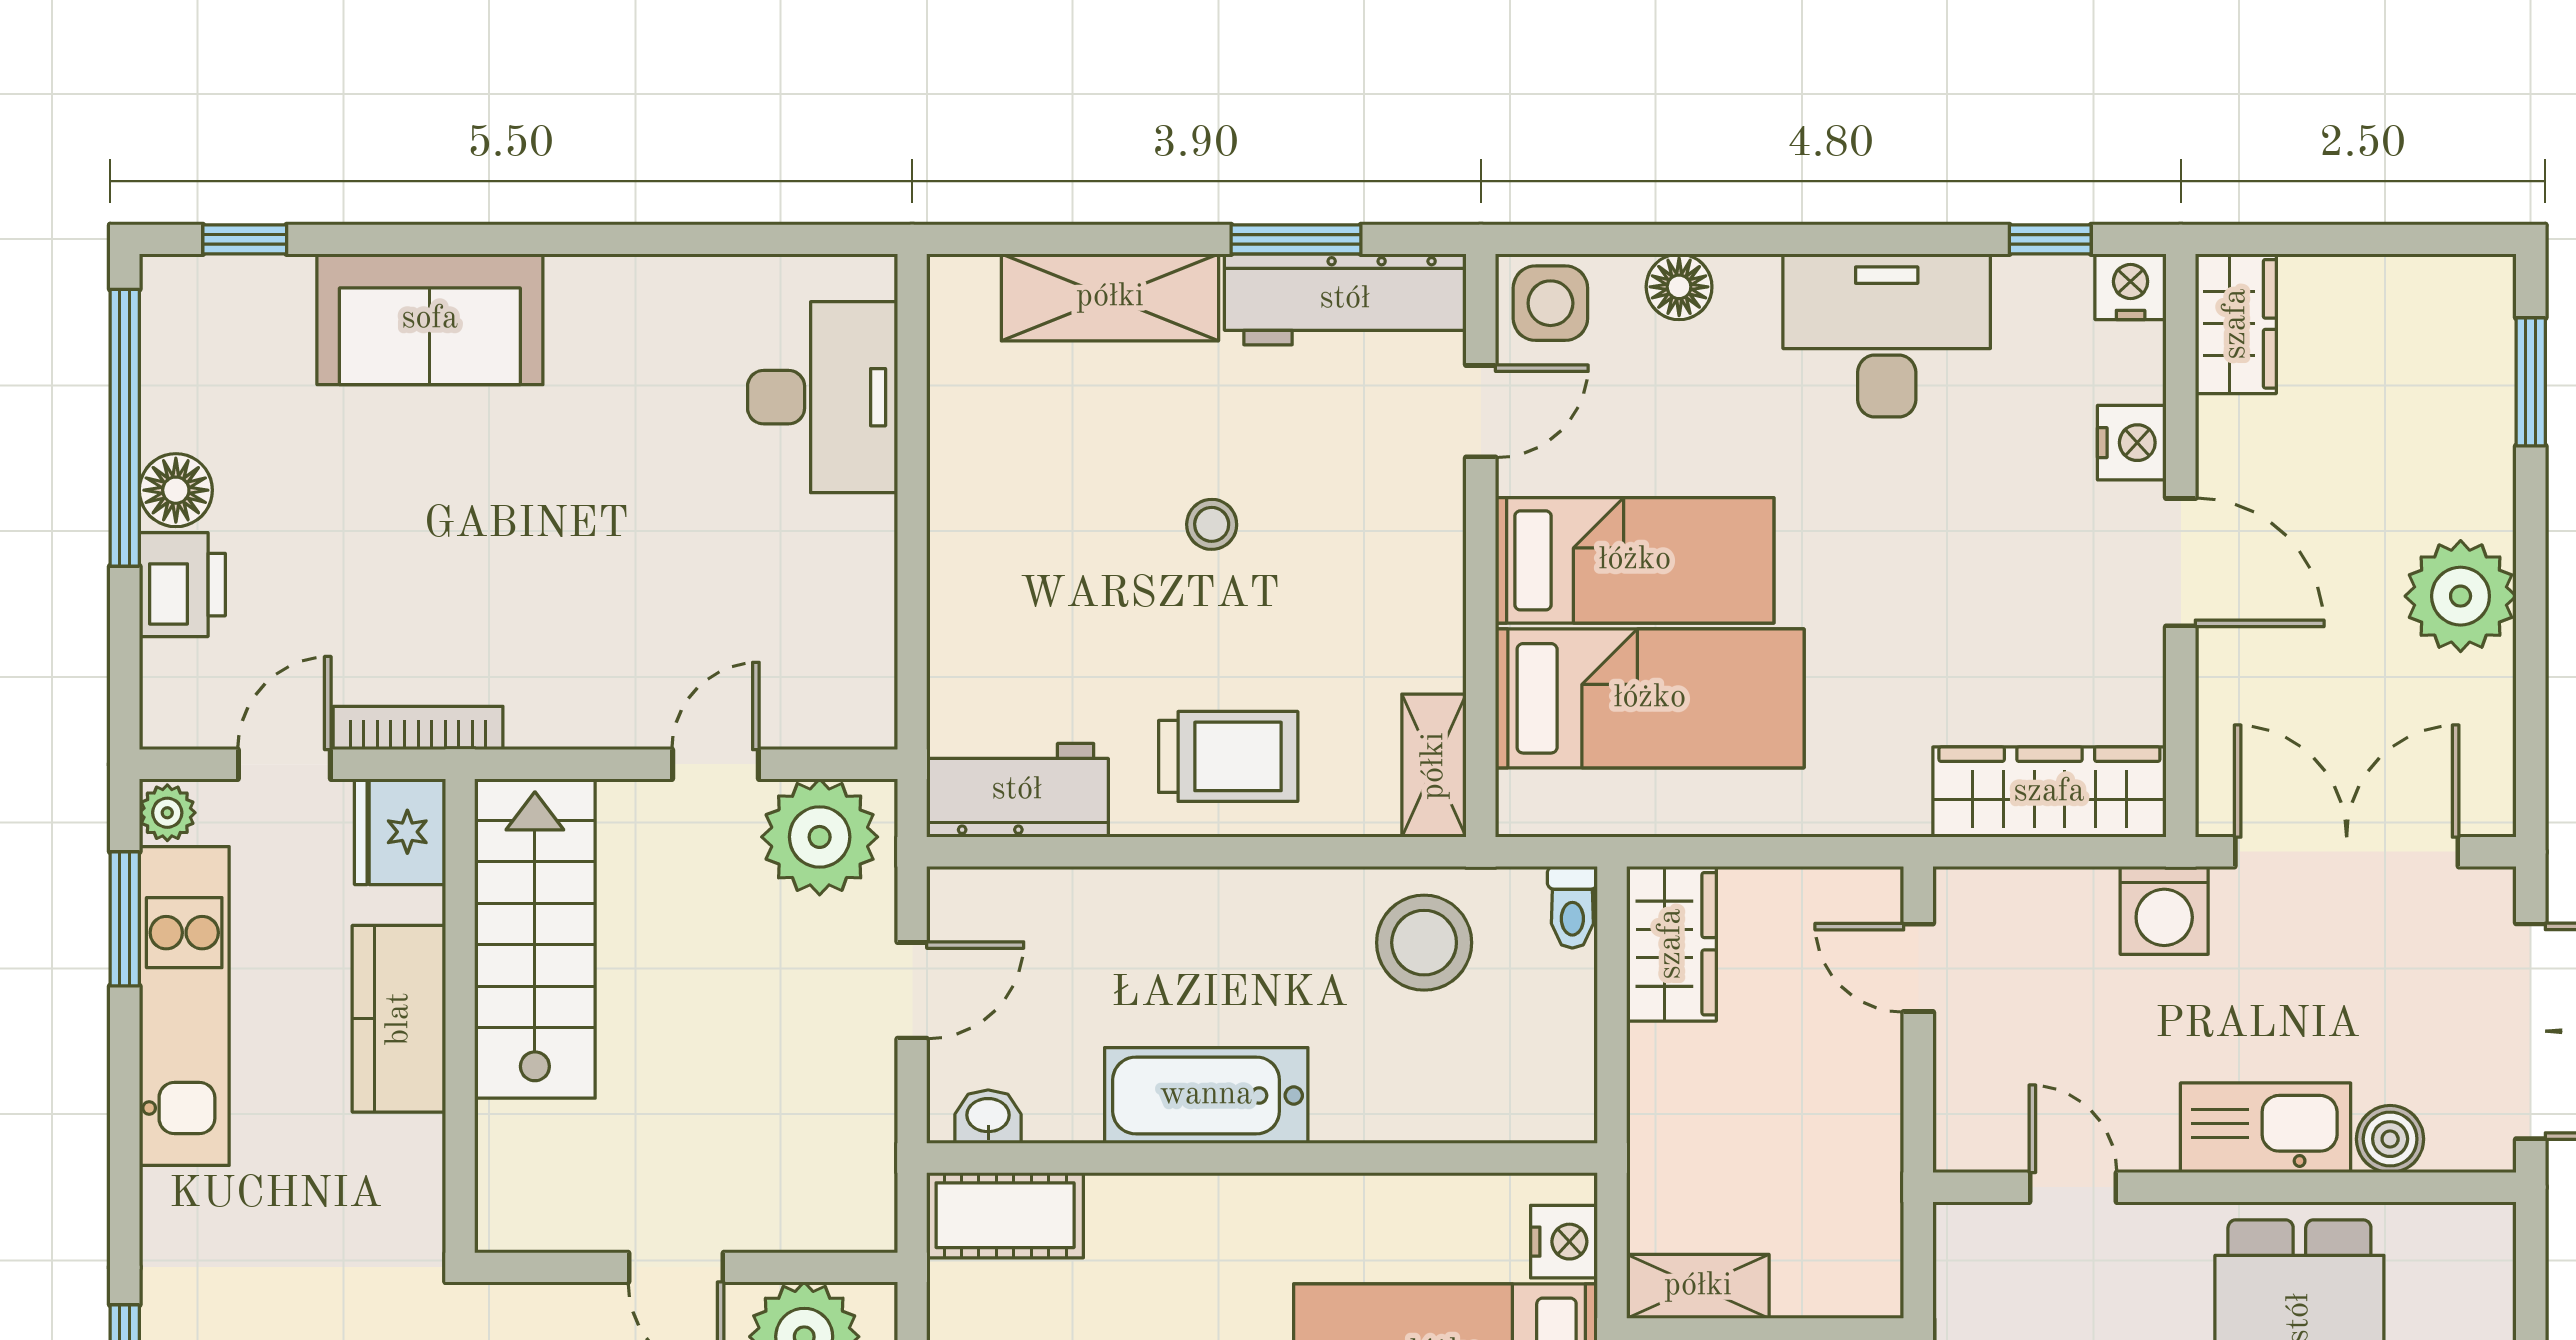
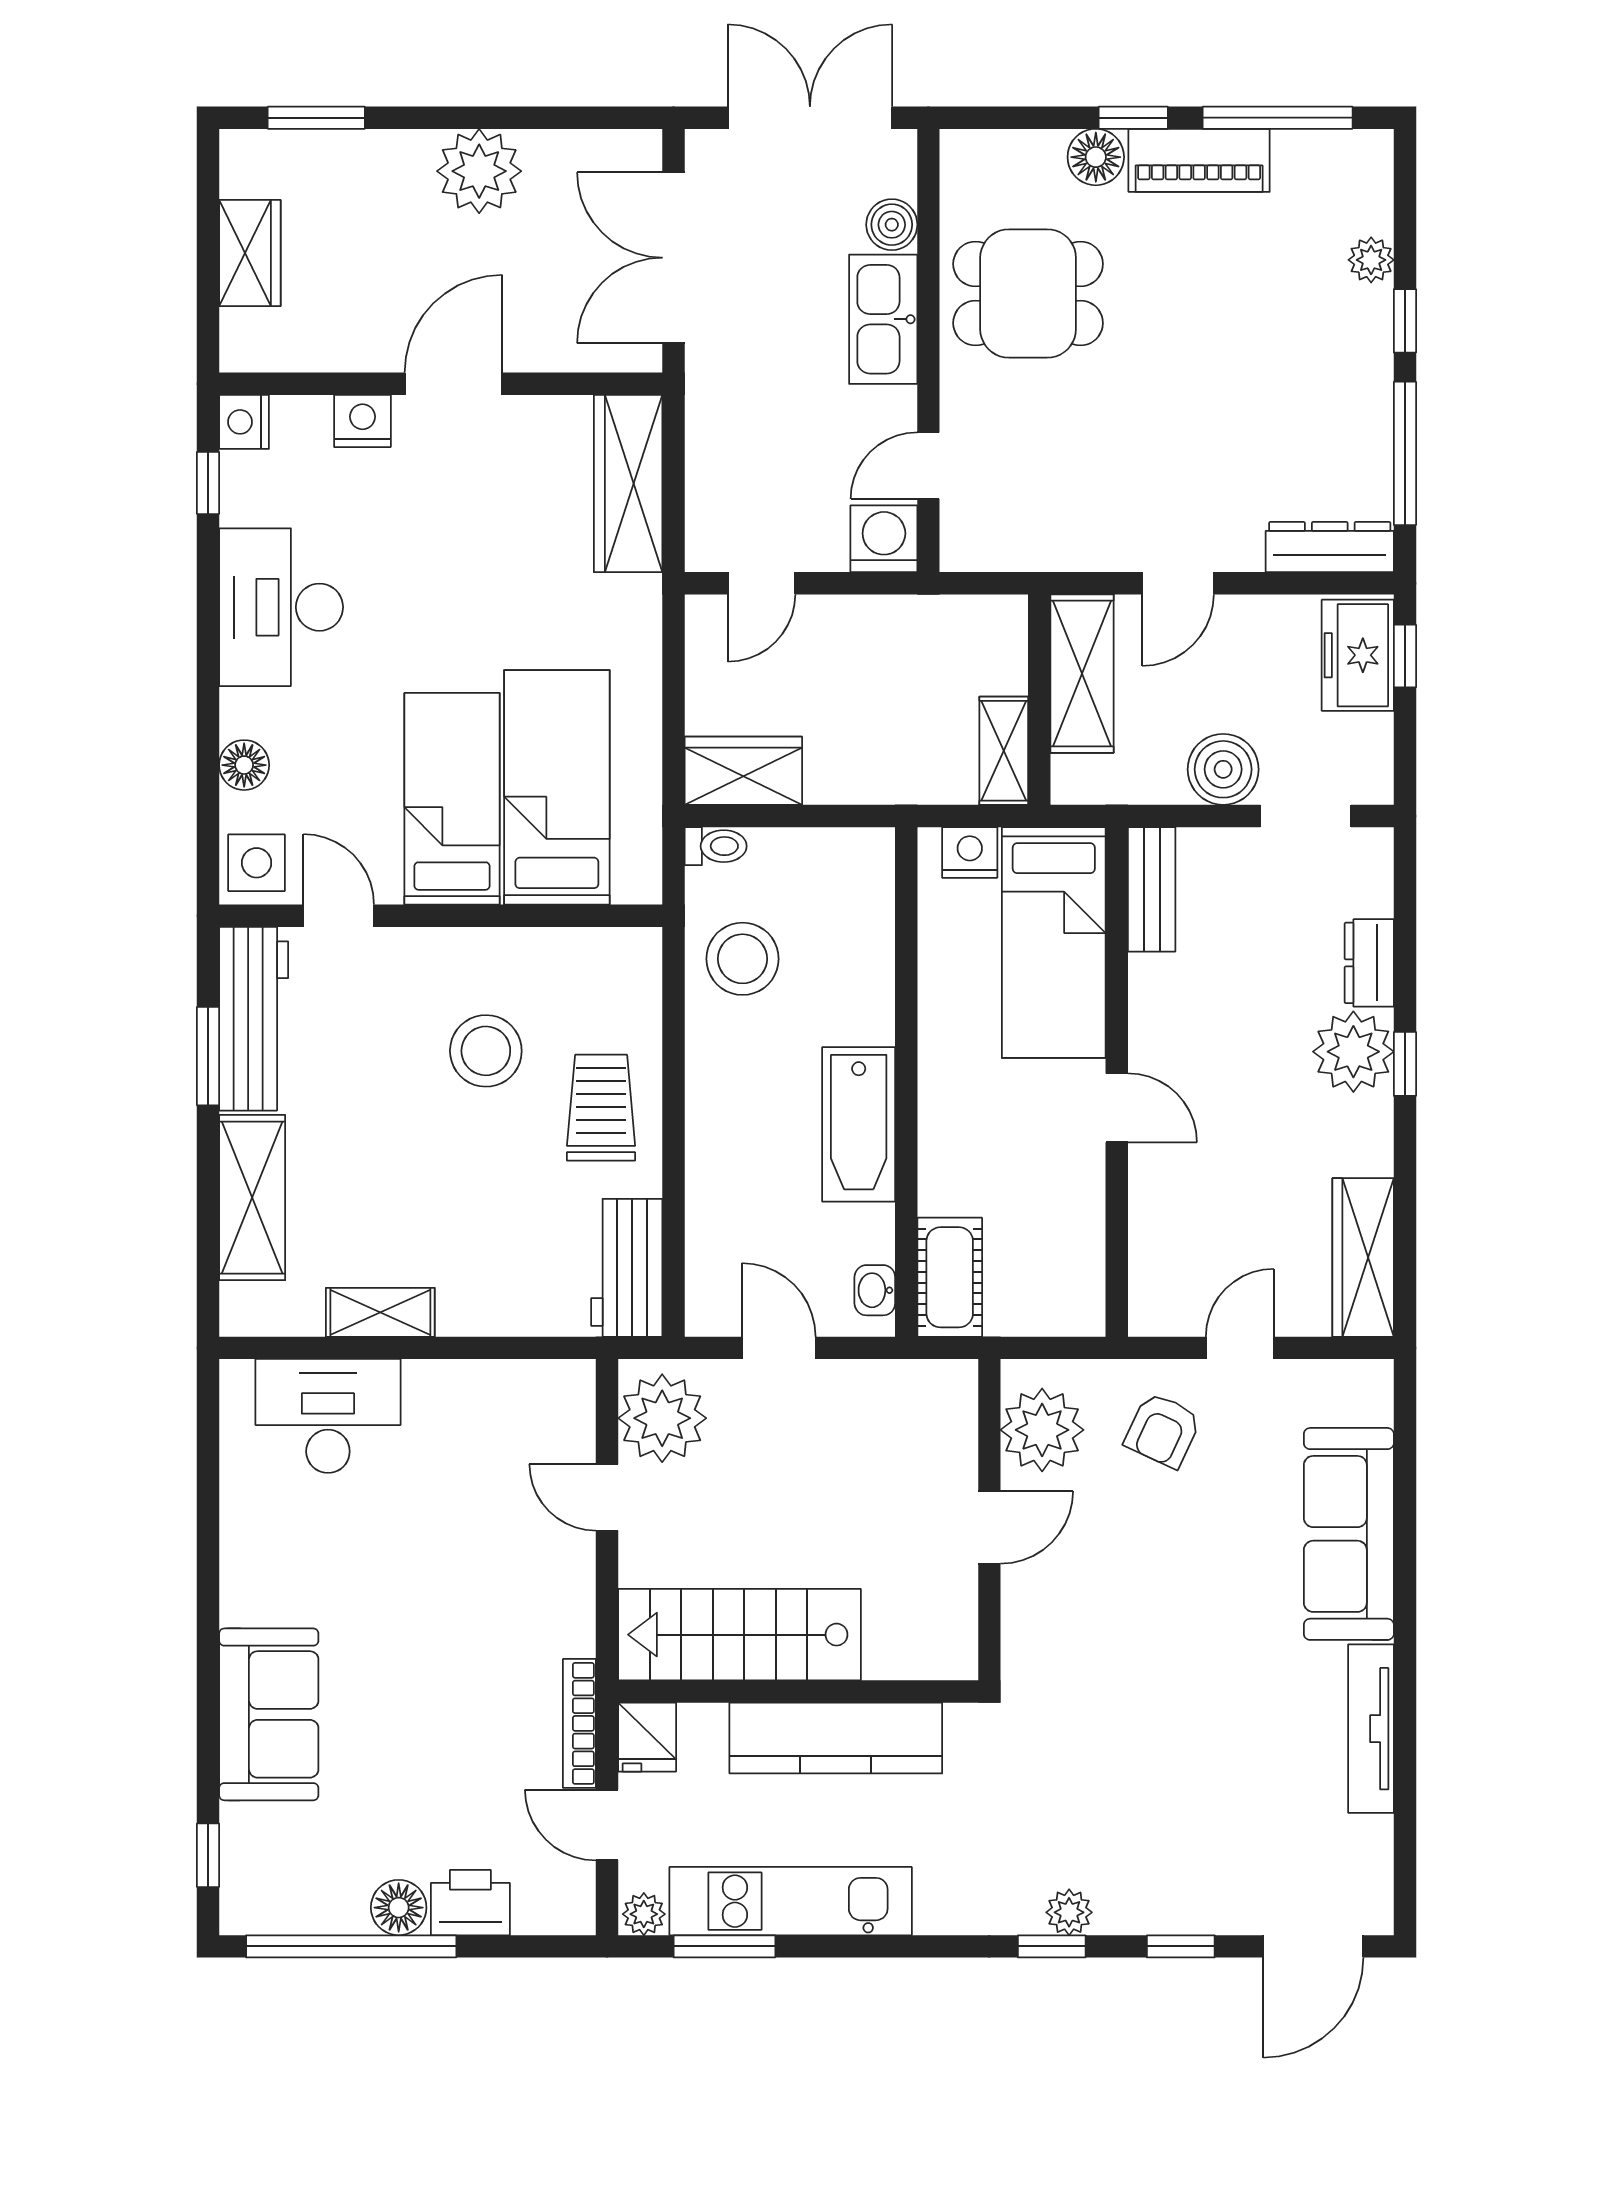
wardrobe: (2236, 324) -> (250, 253), moved, turned 90
stool: (1212, 524) -> (486, 1051), moved, width x1.89, depth x1.89
shelving: (1434, 766) -> (380, 1312), moved
fridge: (400, 832) -> (647, 1737), width x0.72
washing machine: (2164, 910) -> (884, 539), moved, turned -90
kitchen counter: (399, 1019) -> (836, 1738), width x1.50

